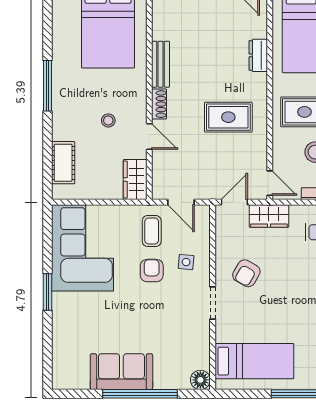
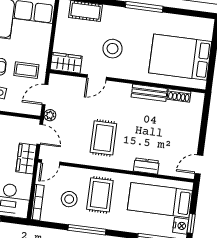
shoe rack: (159, 104) -> (179, 95), moved
stool: (108, 120) -> (113, 49), width x1.89, depth x1.89
plant: (207, 192) -> (50, 115), added

